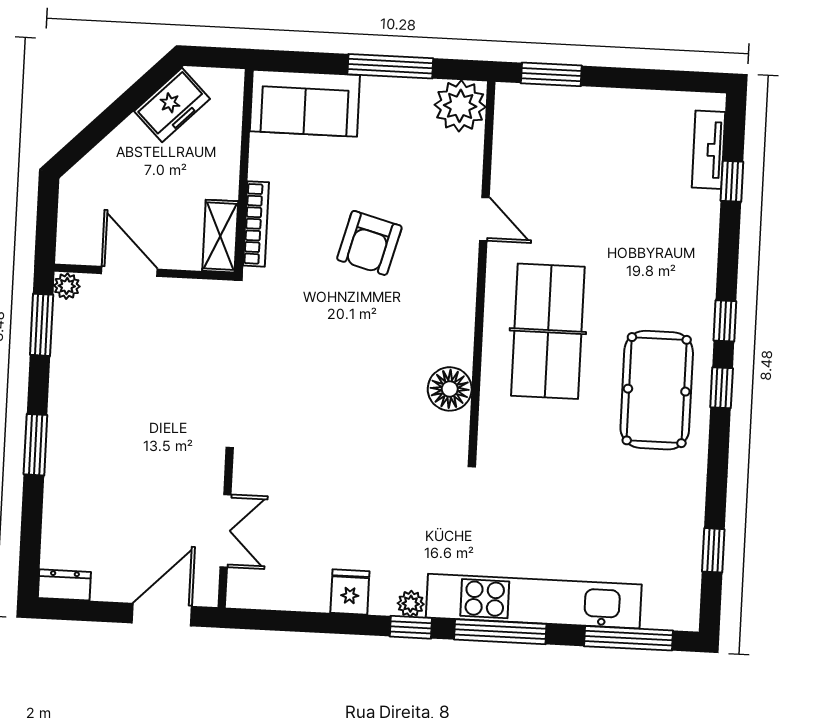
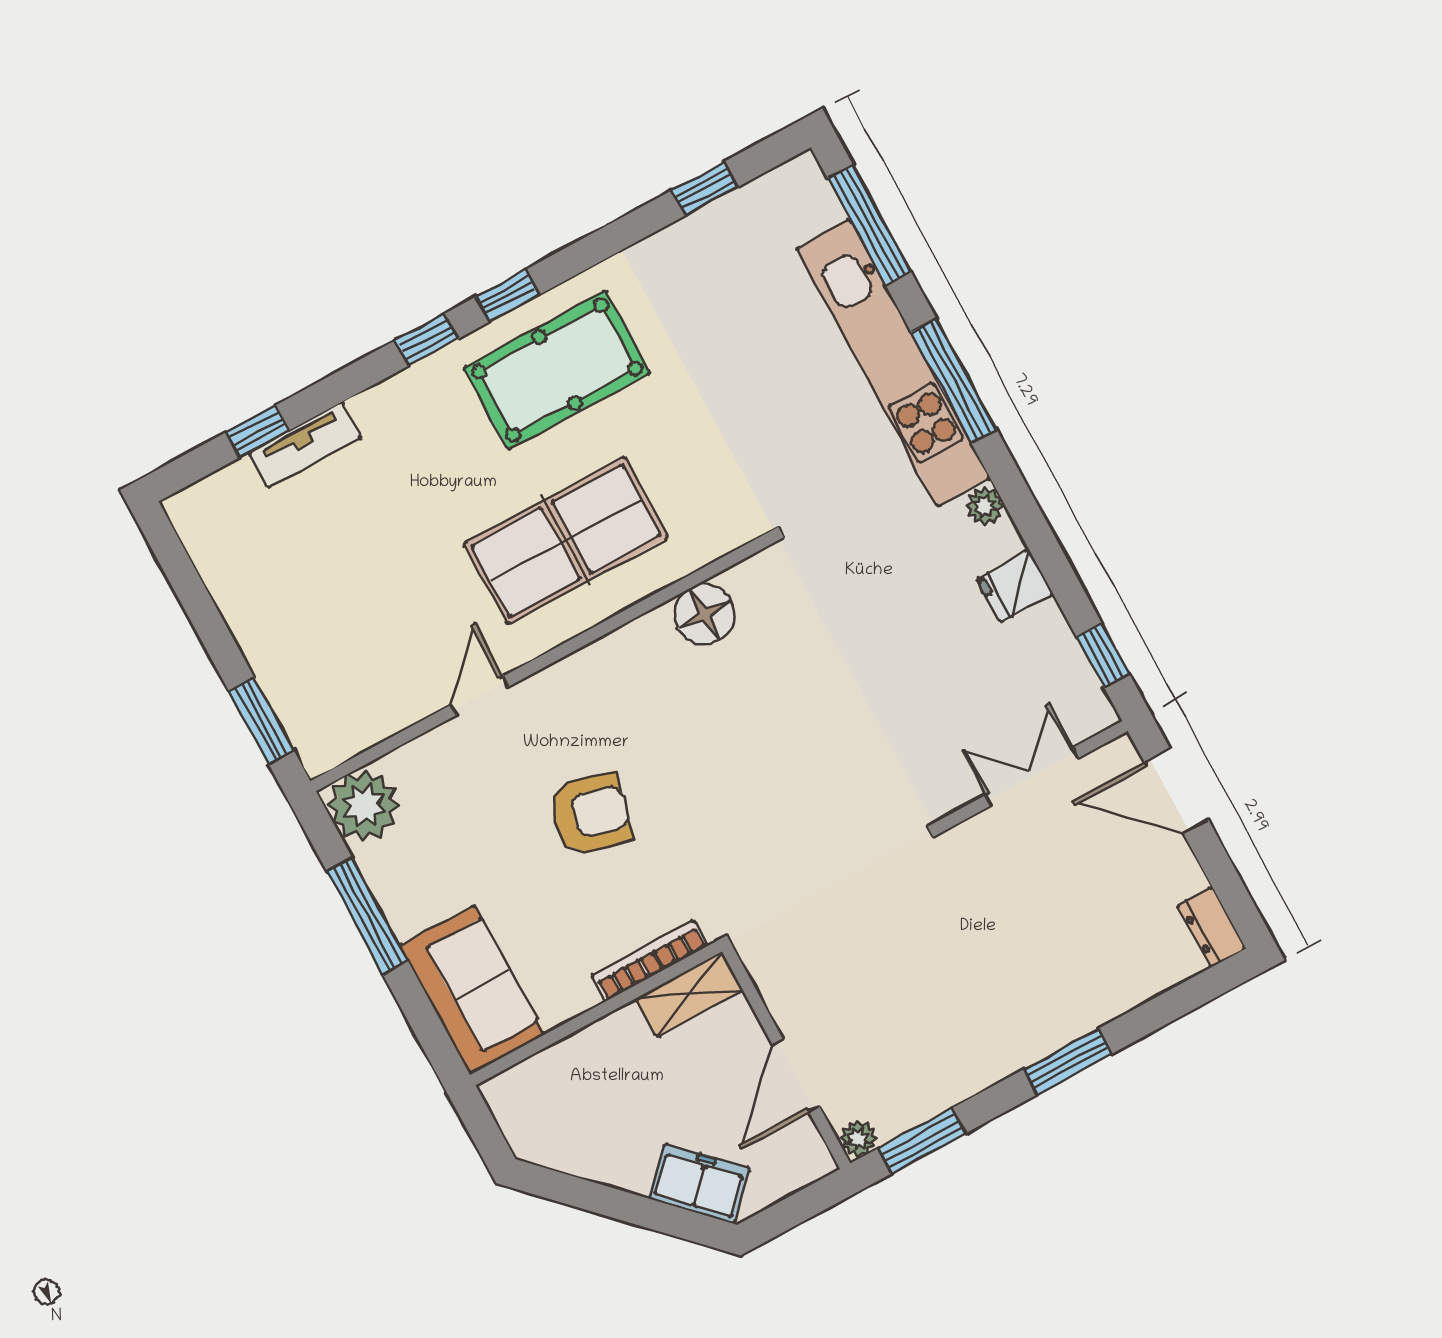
freezer: (172, 105) -> (700, 1184), moved
tv unit: (709, 150) -> (305, 445), moved
window: (411, 627) -> (1103, 656), moved

